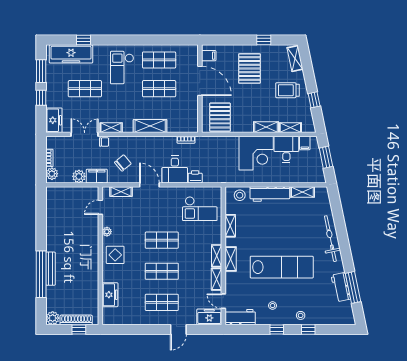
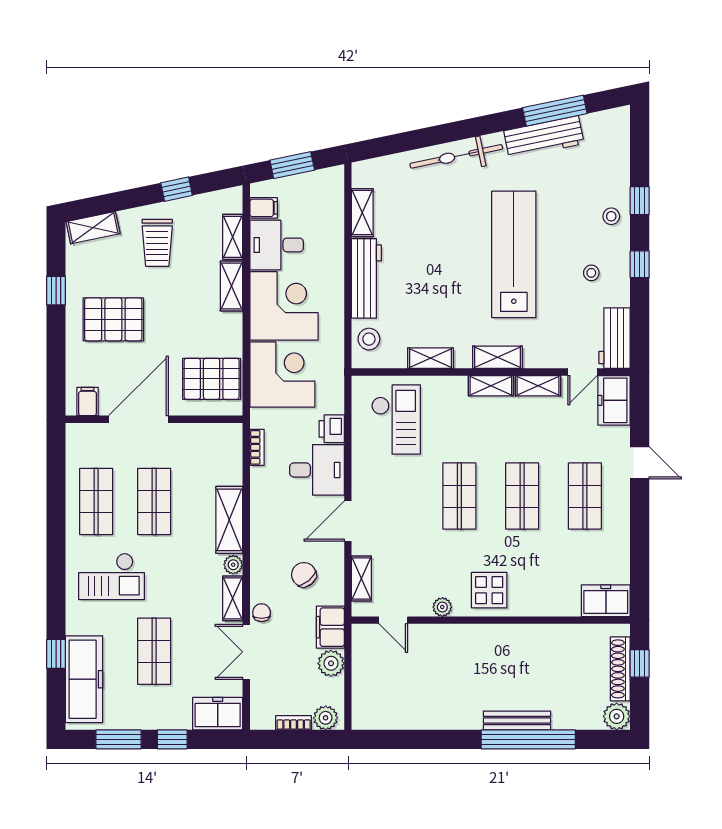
plant: (128, 128) -> (233, 565), added
corner desk: (222, 152) -> (282, 375), added
workbench: (341, 287) -> (544, 137), width x1.38
freezer: (110, 295) -> (606, 601), moved

